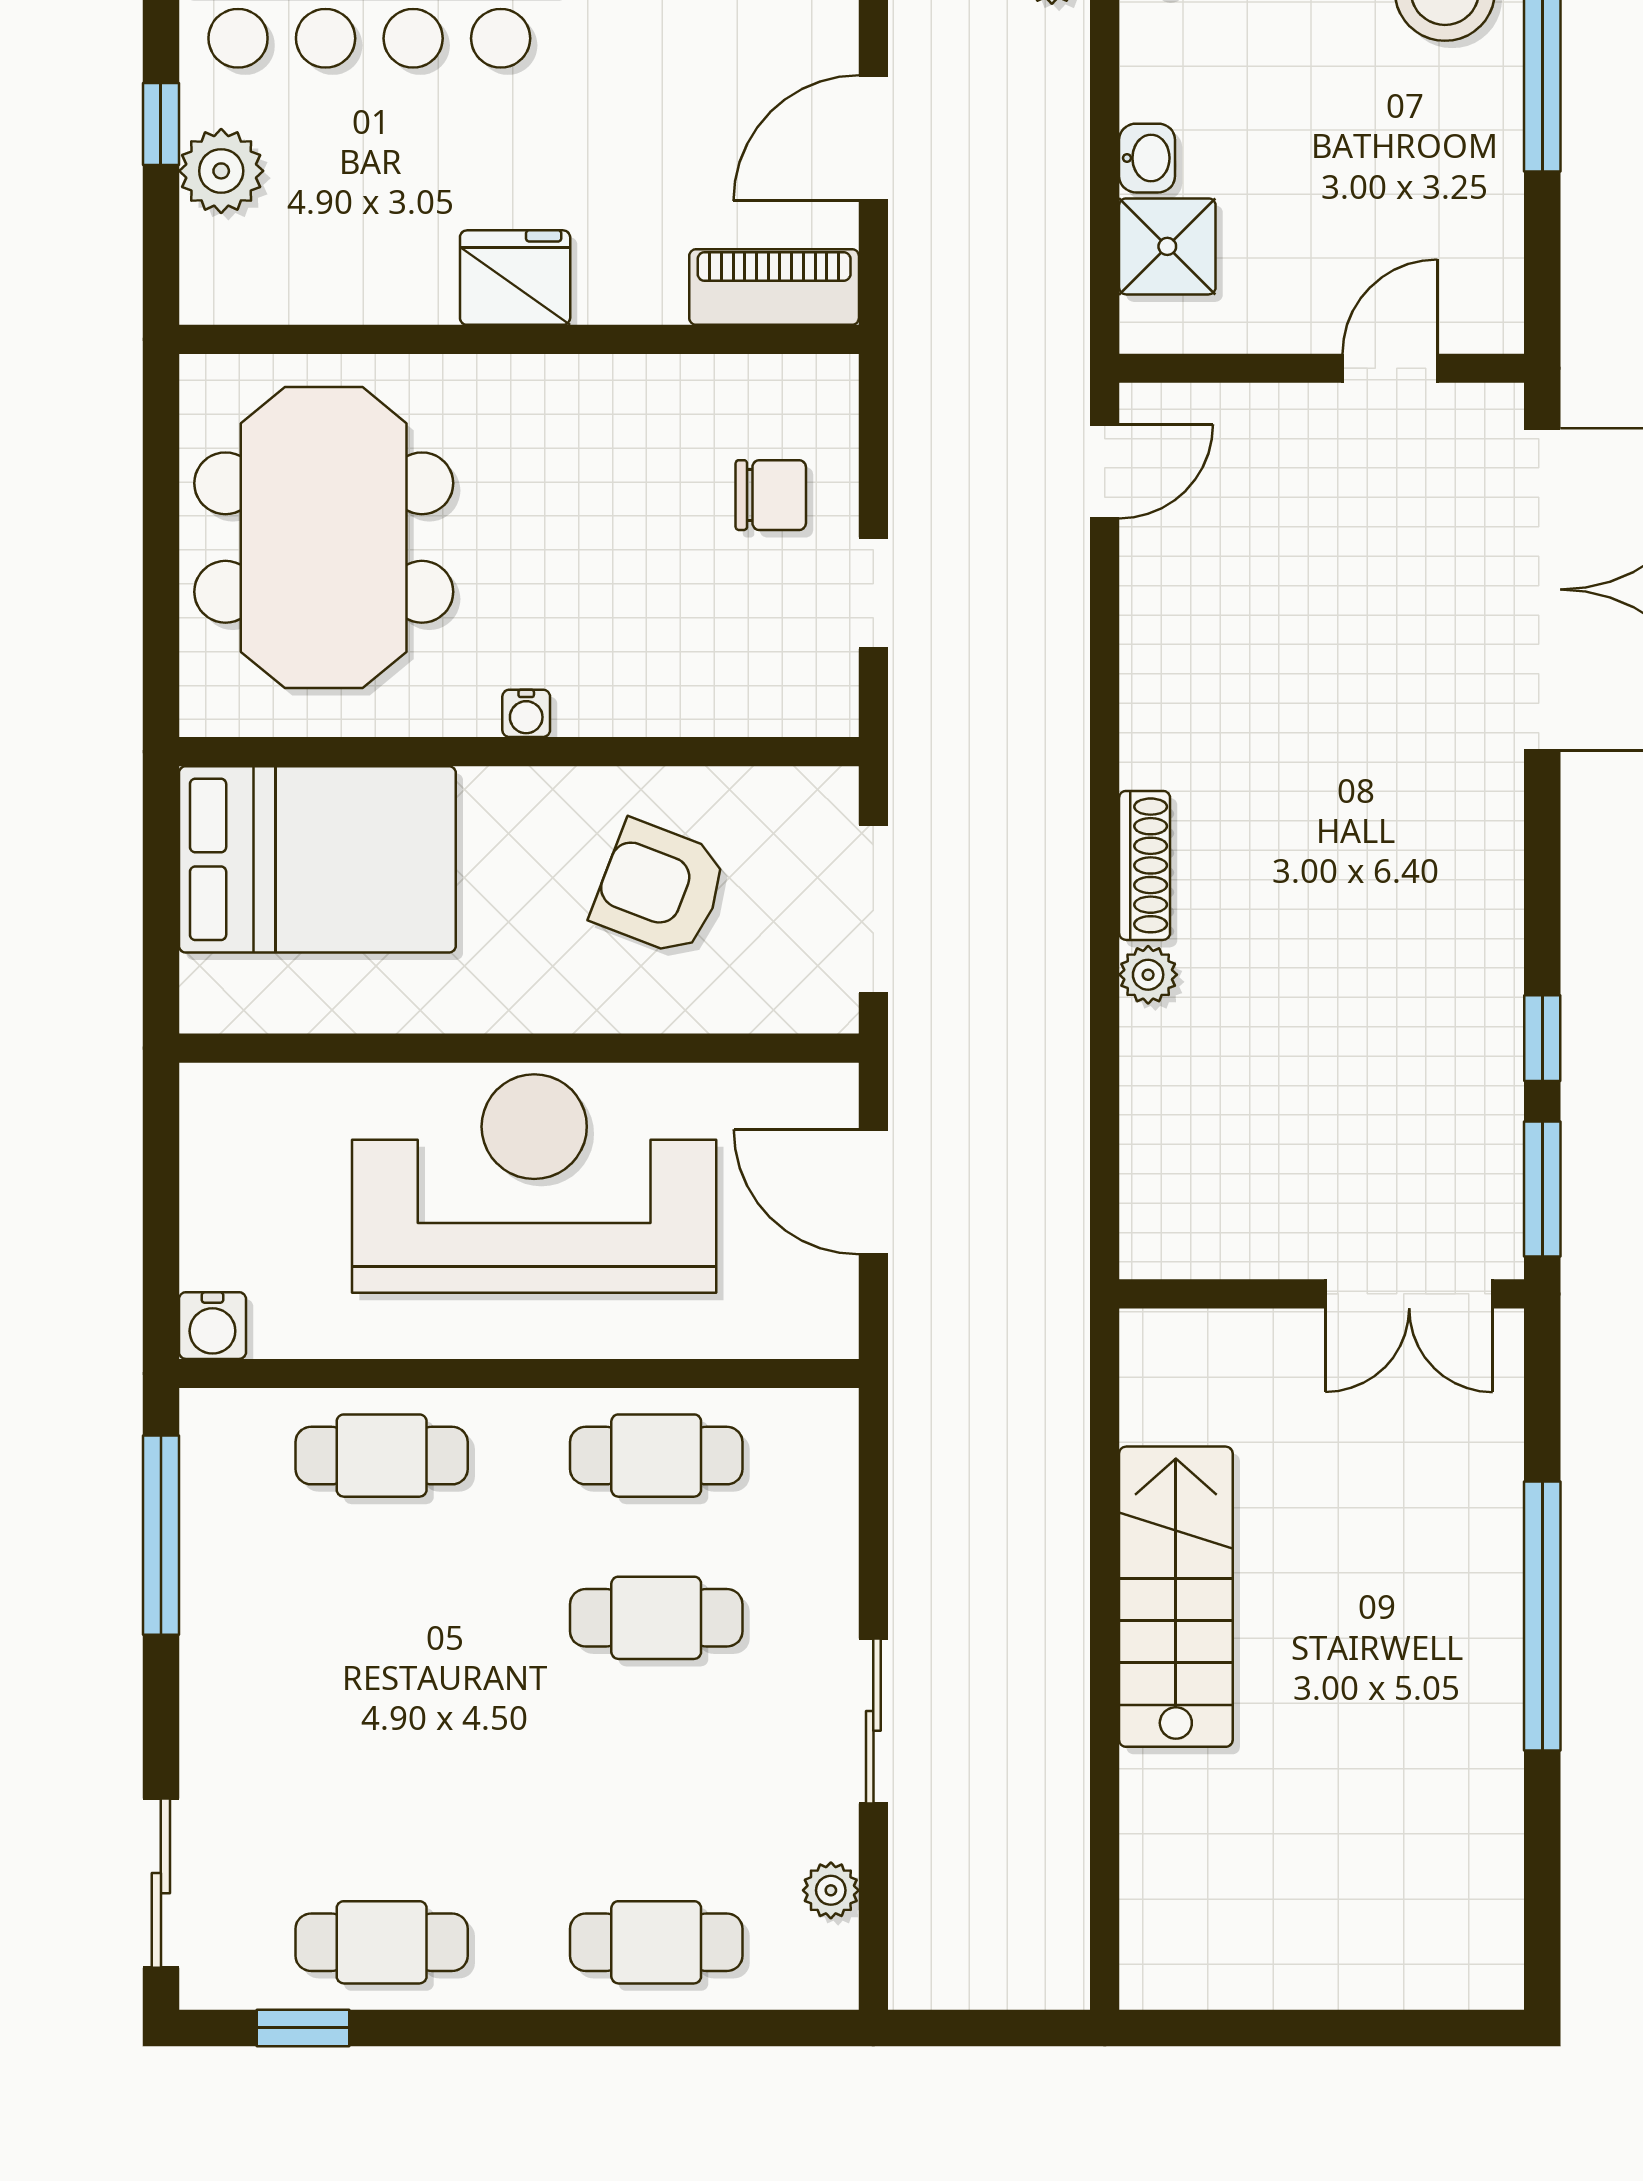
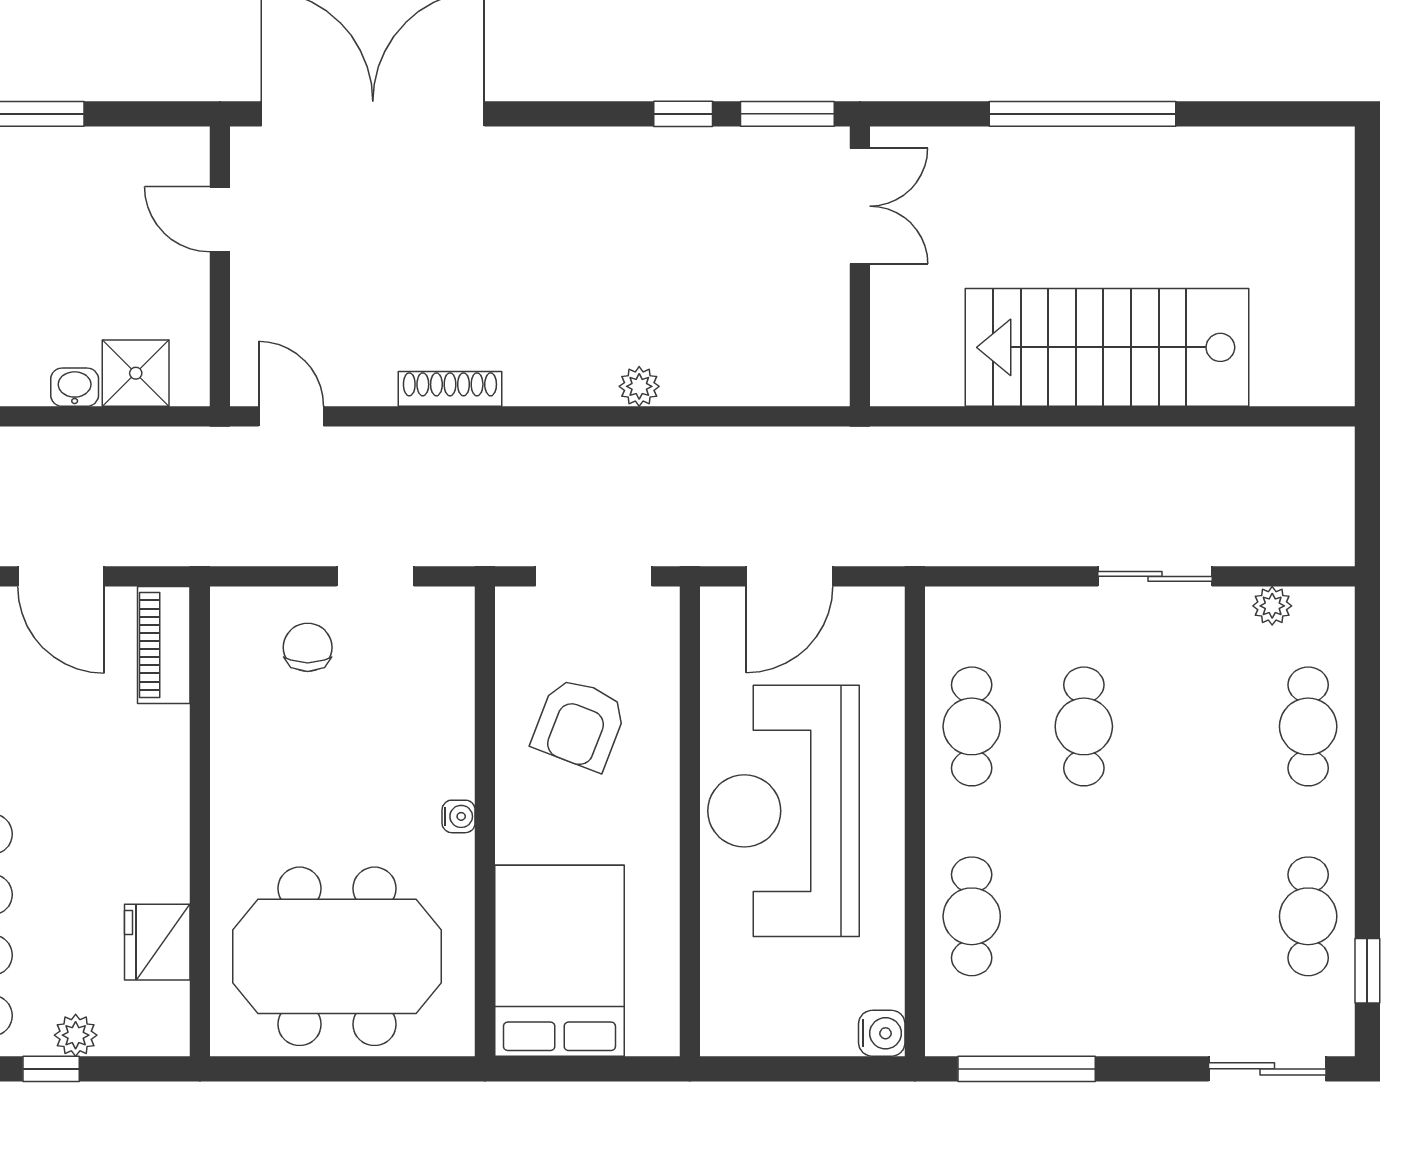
plant: (221, 171) -> (76, 1035), width x0.73, depth x0.73
fridge: (515, 278) -> (157, 942), moved
shoe rack: (1145, 865) -> (450, 389), moved
stairs: (1176, 1597) -> (1107, 347), width x1.36, depth x1.51

